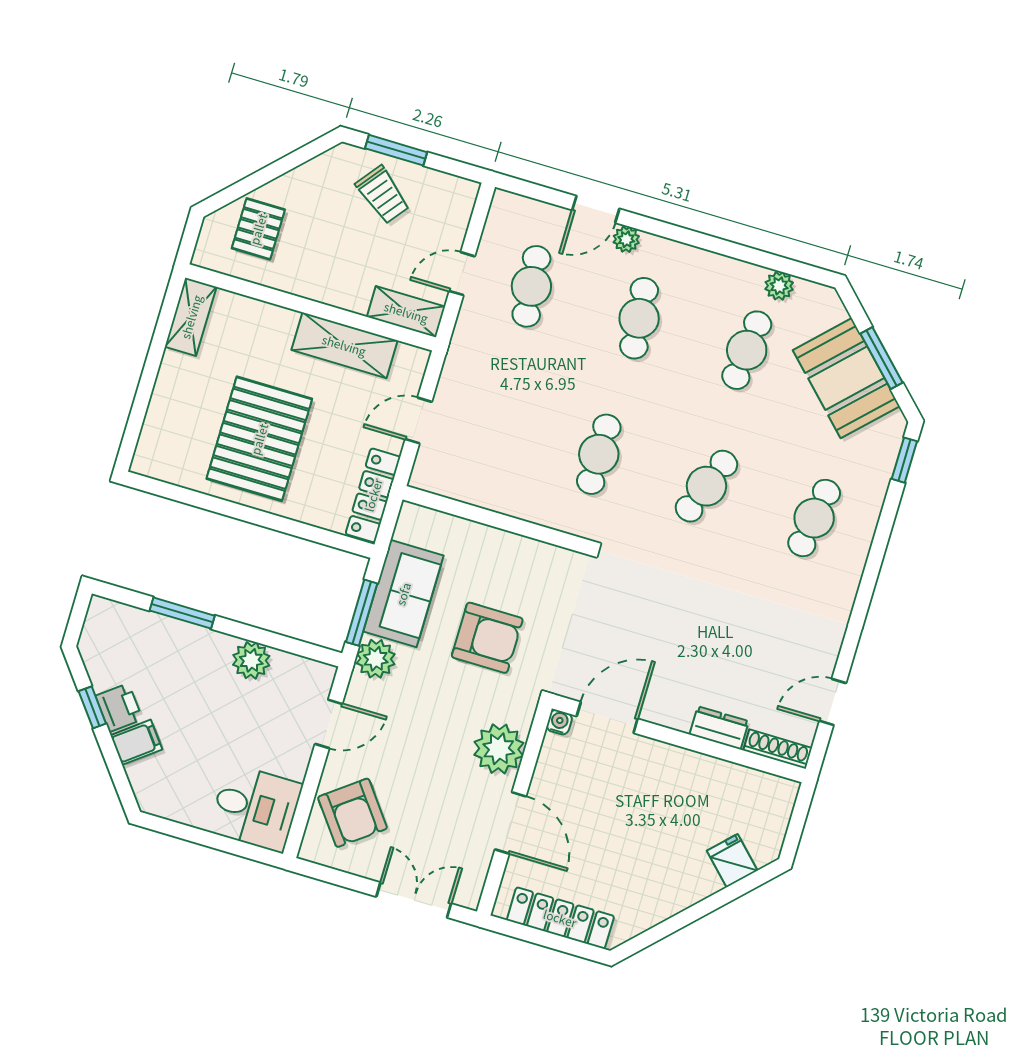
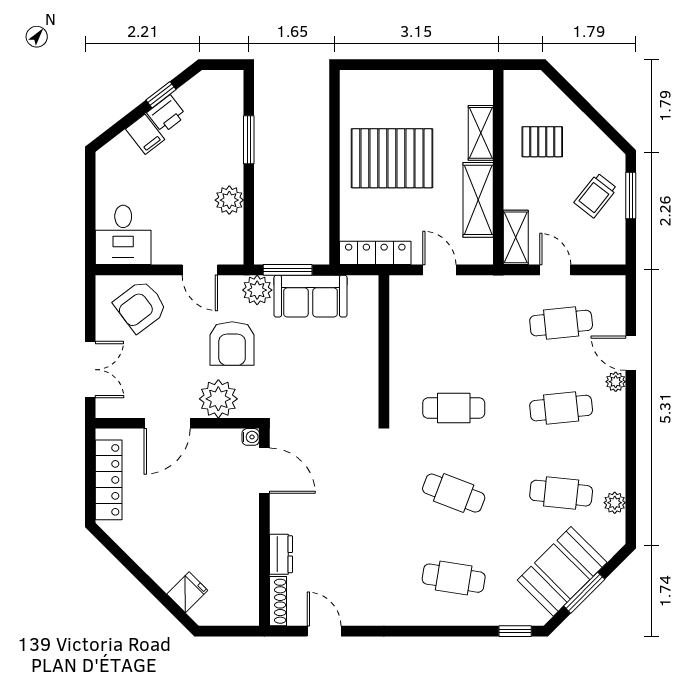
pallet: (258, 229) -> (542, 142), moved
shelving: (191, 317) -> (481, 133), moved, turned 90
armchair: (487, 638) -> (232, 344), moved

